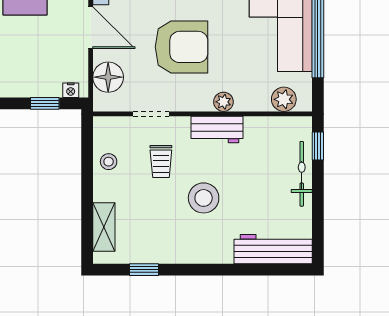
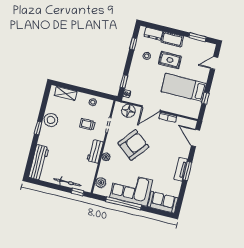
armchair: (181, 47) -> (133, 145), turned -141
stool: (204, 198) -> (51, 120), moved
window: (144, 270) -> (38, 128), moved

